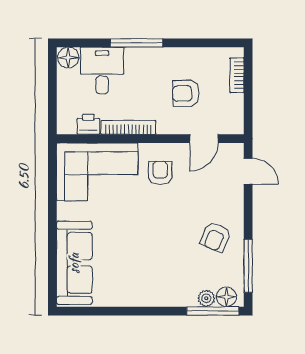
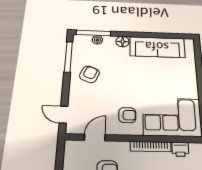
armchair: (160, 173) -> (127, 115), turned -90
sofa: (74, 263) -> (157, 47), moved, turned -90
floor lamp: (226, 297) -> (123, 42), moved

